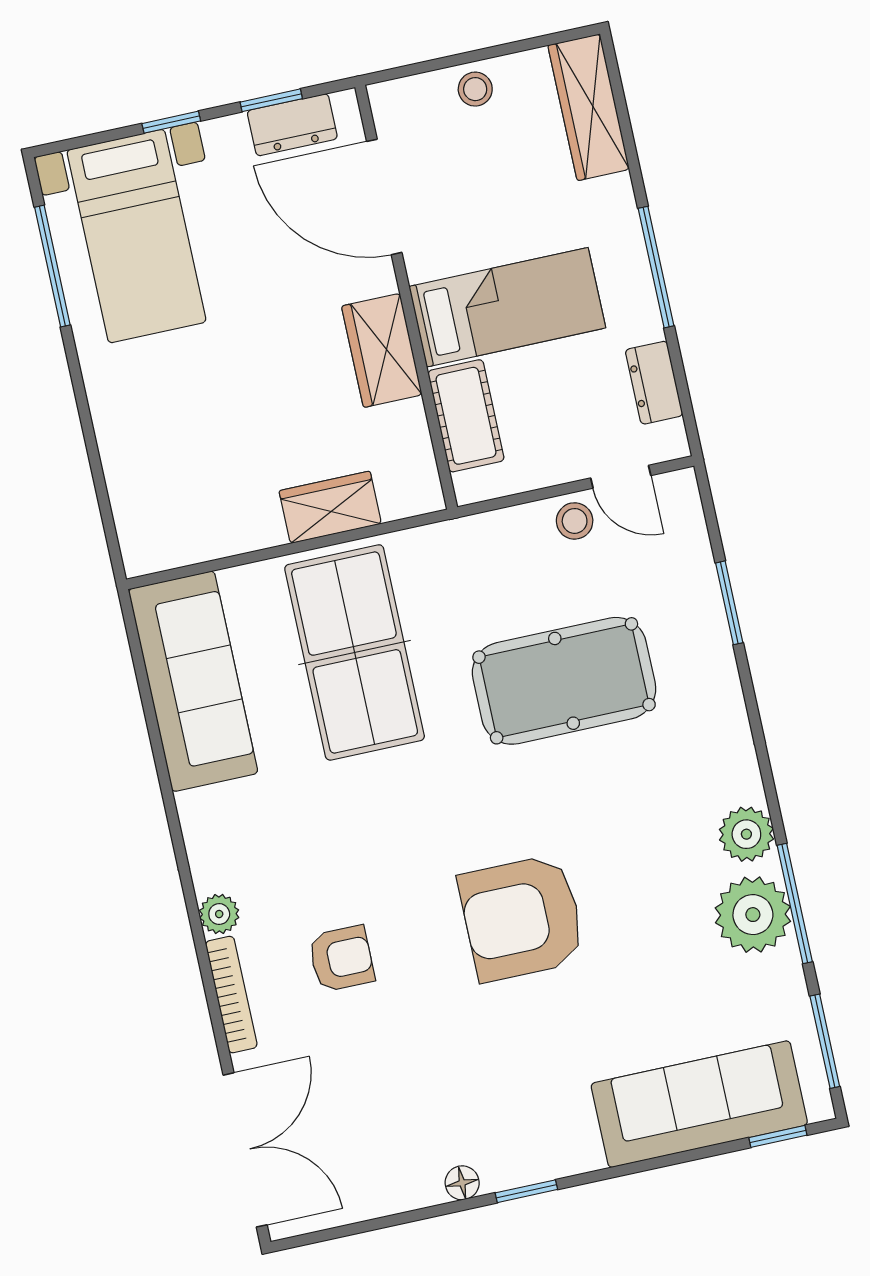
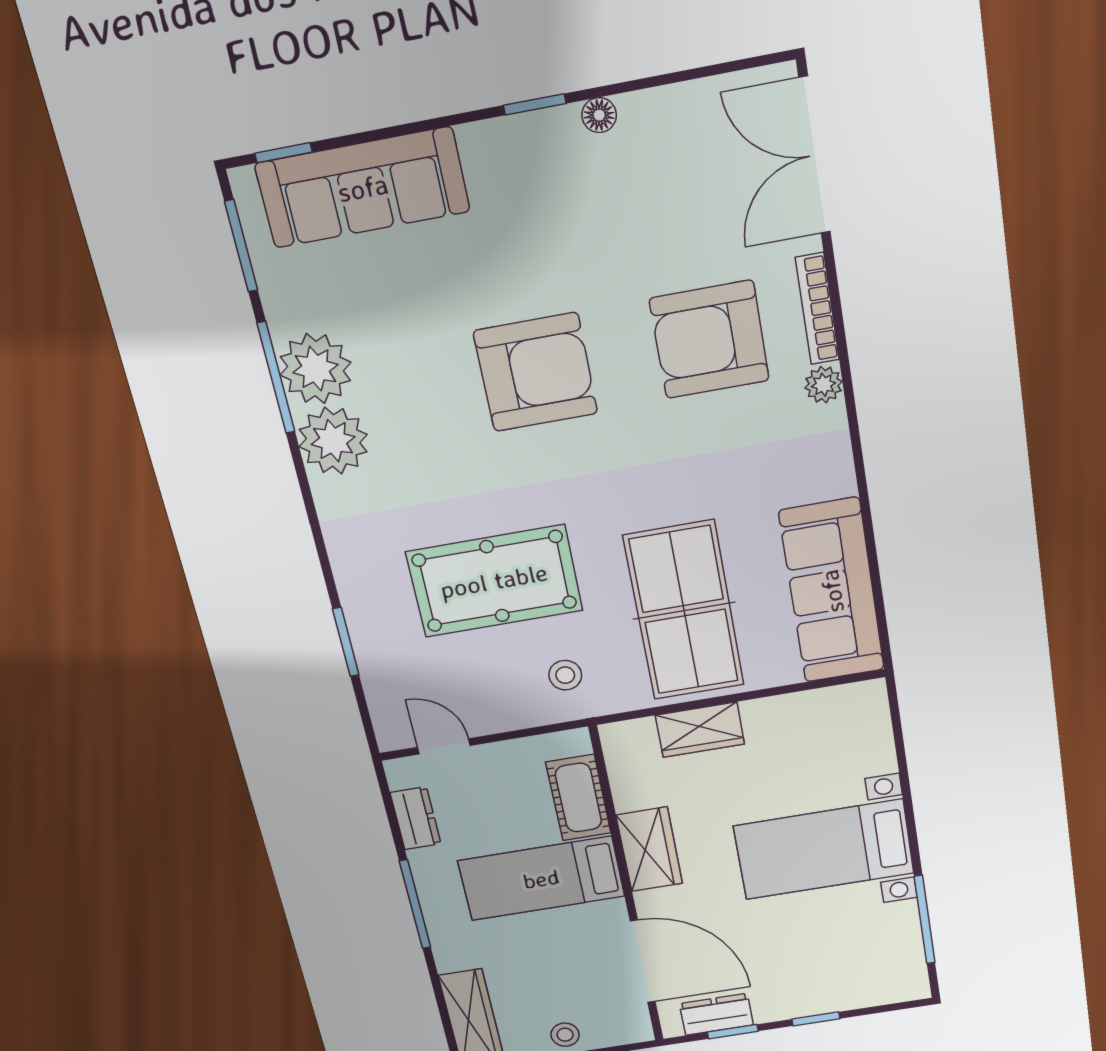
bed with nightstands: (136, 236) -> (824, 850), moved, turned -90
stool: (575, 521) -> (565, 675), moved
plant: (746, 834) -> (333, 441), width x1.36, depth x1.36
armchair: (341, 959) -> (709, 340), width x1.88, depth x1.88

